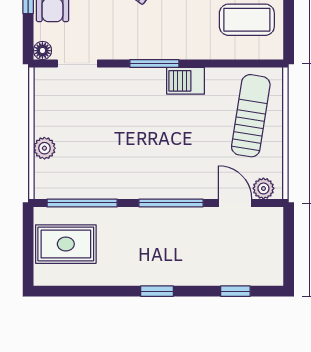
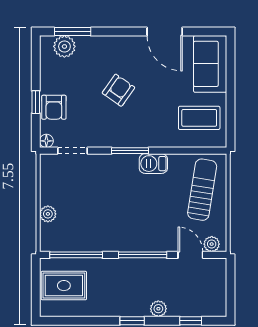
plant: (192, 275) -> (158, 309), added

